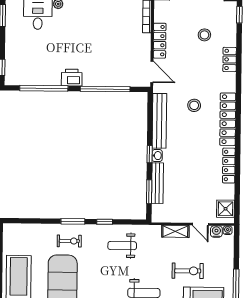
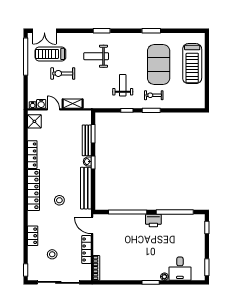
weight bench: (122, 246) -> (123, 85), moved, turned -90

